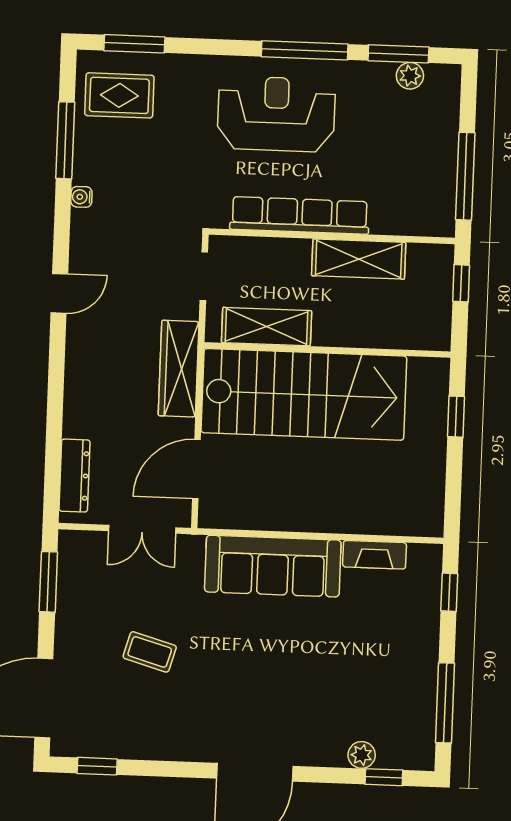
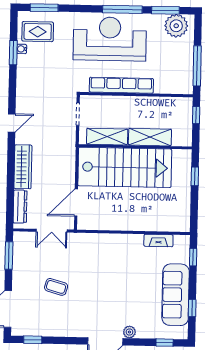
plant: (410, 76) -> (176, 26), width x1.87, depth x1.87
reception desk: (276, 114) -> (110, 39), width x1.36, depth x1.30
window: (65, 140) -> (13, 53), width x0.69
water cooler: (81, 197) -> (22, 49), moved
shelving: (359, 259) -> (150, 137), moved
wardrobe: (179, 369) -> (23, 167), moved, turned 180
sofa: (273, 566) -> (176, 295), moved, turned 90
window: (445, 703) -> (192, 308), width x0.46
plant: (362, 755) -> (129, 332), moved

